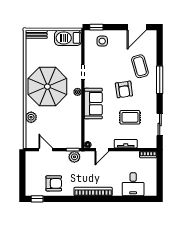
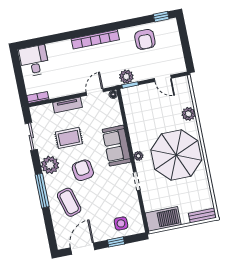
window: (96, 27) -> (116, 242), moved
plant: (149, 99) -> (50, 165), added
armchair: (54, 183) -> (145, 39), turned -90
desk: (133, 184) -> (34, 61), moved

